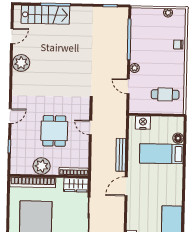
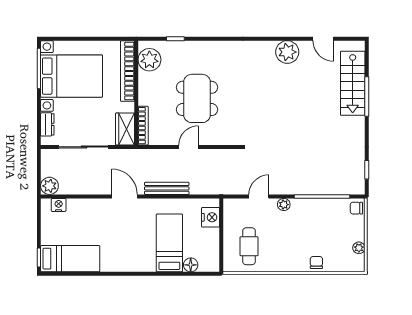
chair: (138, 14) -> (356, 208), added
door: (10, 116) -> (216, 39), removed
door: (90, 127) -> (189, 147), moved
dining table: (54, 131) -> (197, 98), width x1.38
plant: (42, 166) -> (149, 60), moved

